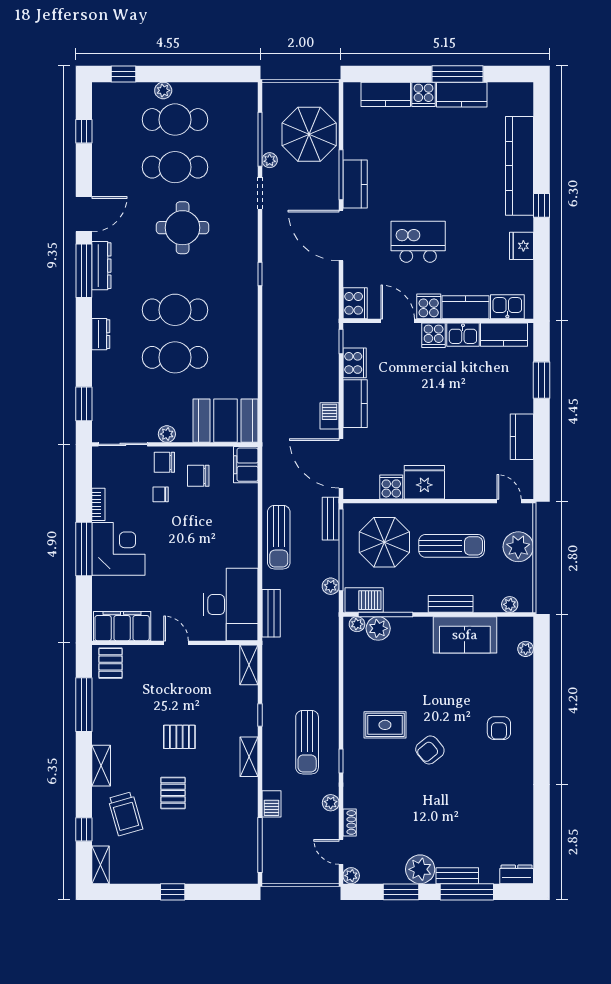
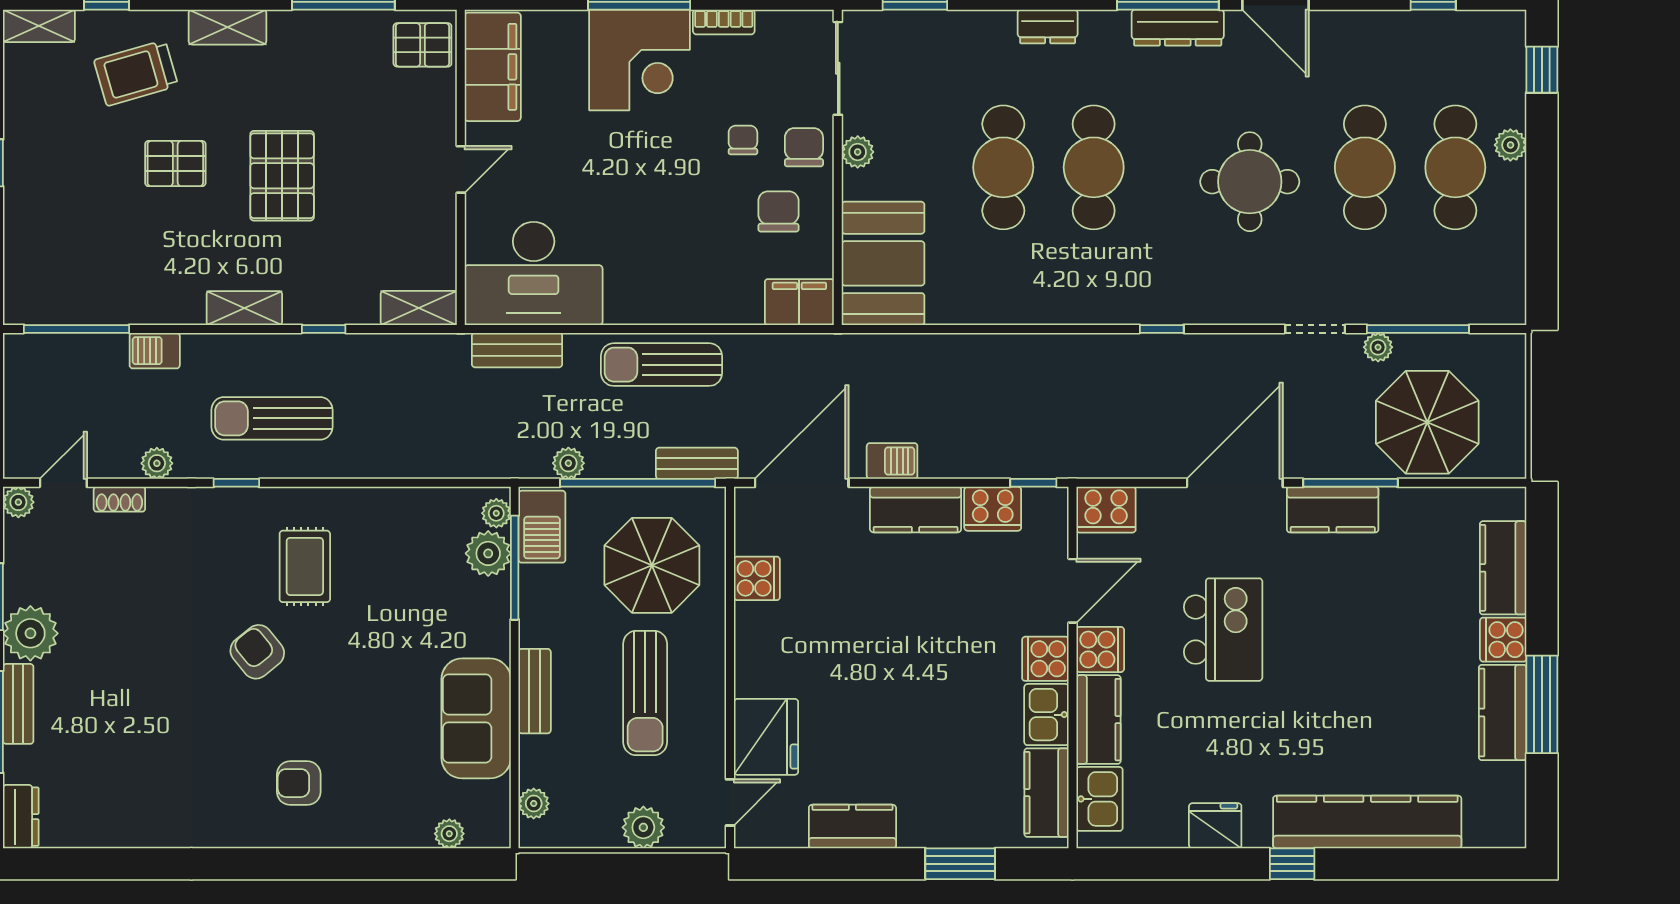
fridge: (424, 482) -> (766, 737), moved
plant: (518, 547) -> (643, 827), width x0.73, depth x0.73
pallet: (179, 737) -> (282, 176), width x1.50, depth x1.42

